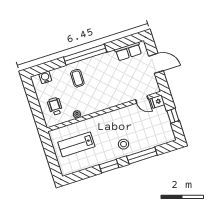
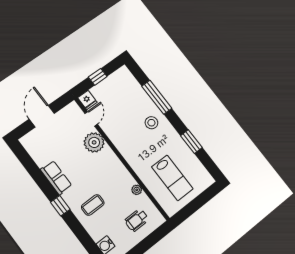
row of seats: (128, 52) -> (56, 178), moved
window: (85, 55) -> (60, 206), width x0.32
plant: (123, 95) -> (94, 142), added
window: (109, 166) -> (191, 142), moved

